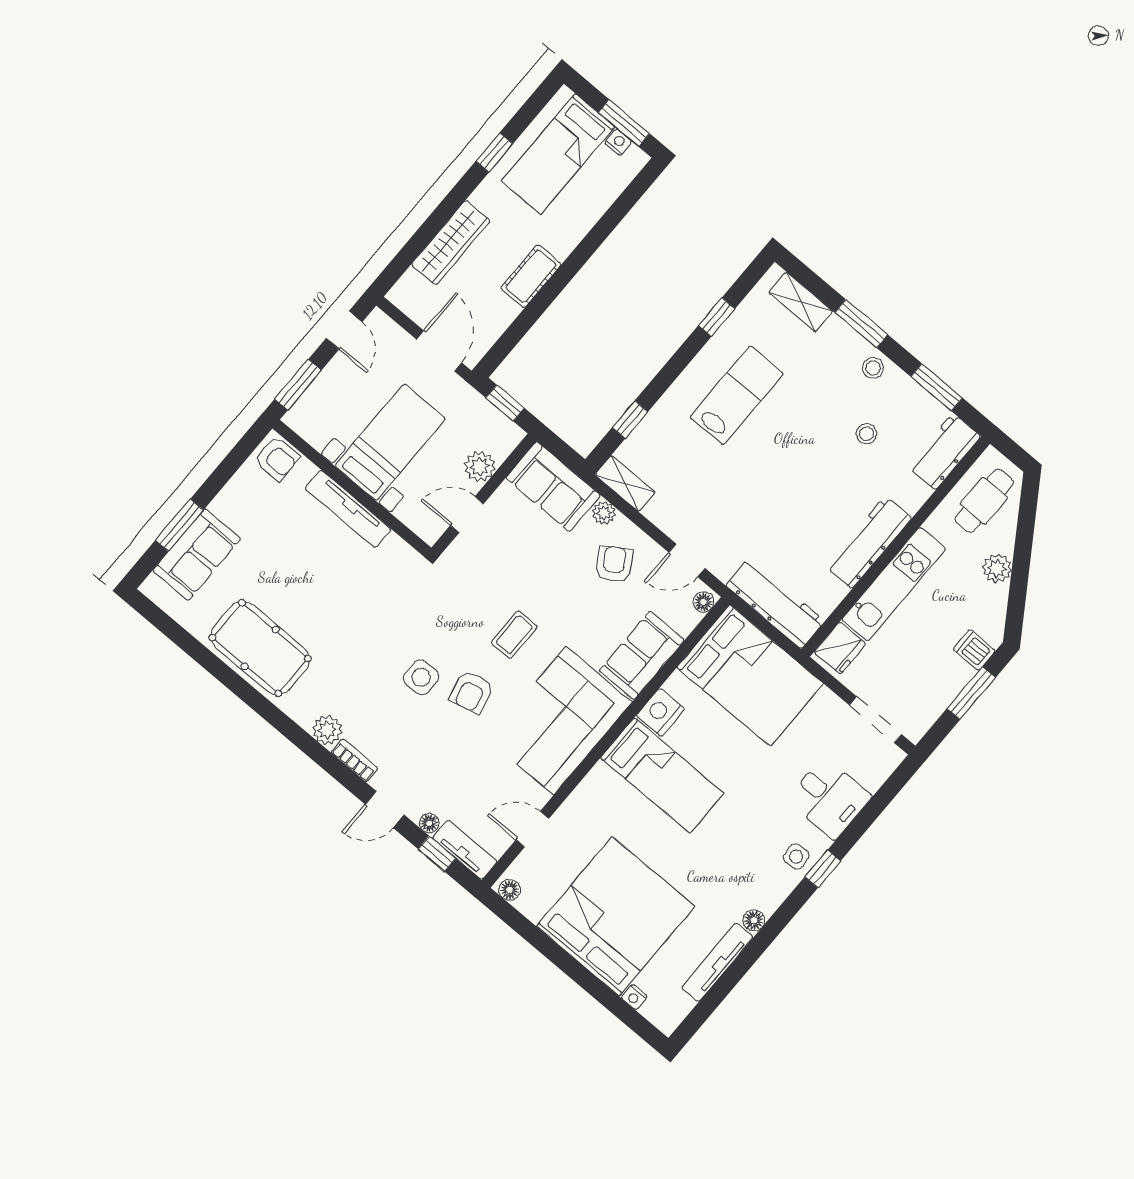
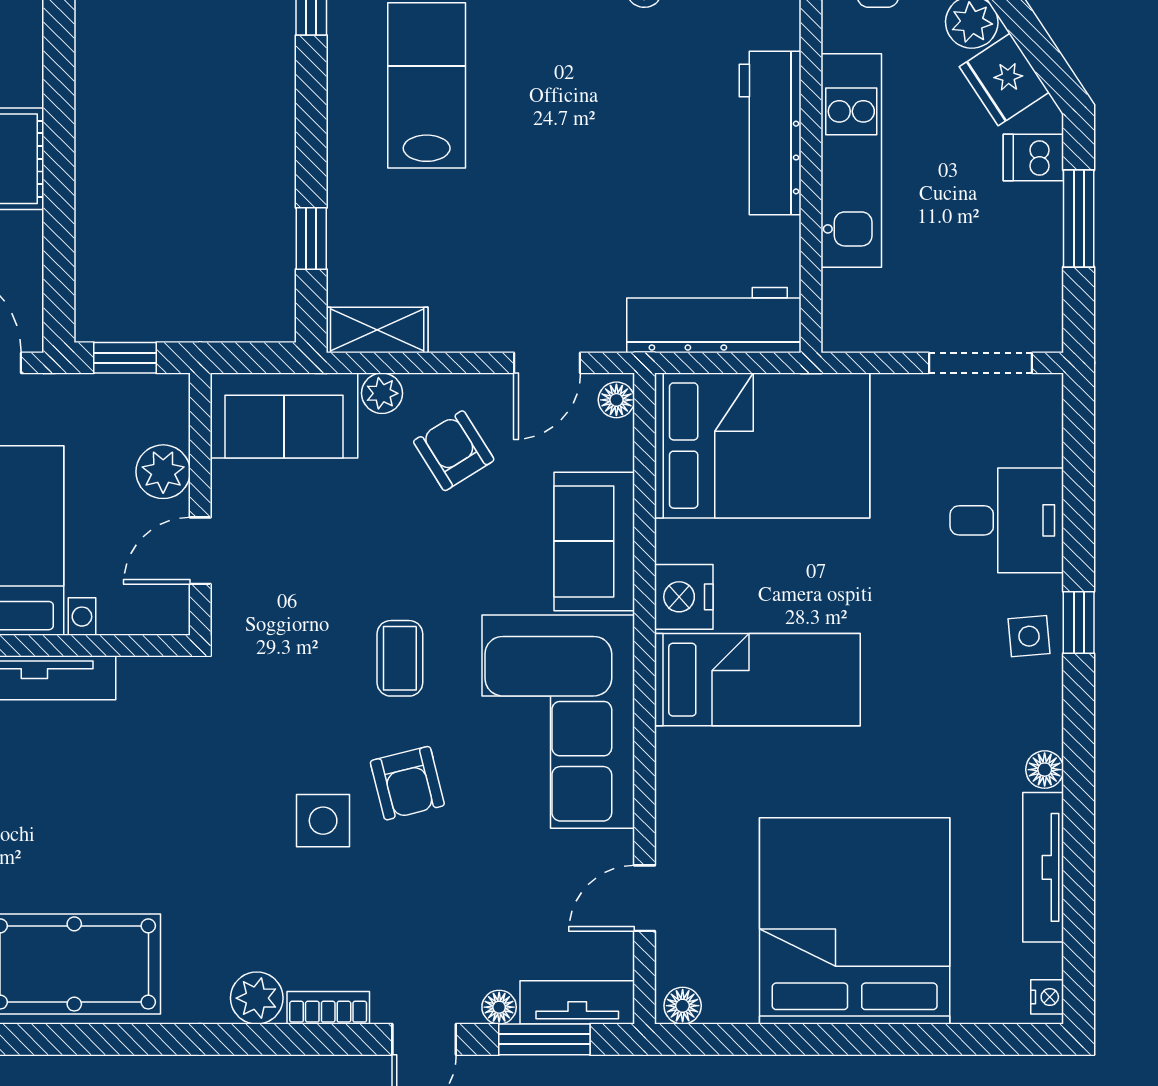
fridge: (840, 648) -> (1004, 79), moved, turned 147
window: (437, 854) -> (544, 1039), width x1.50
nightstand: (634, 997) -> (1047, 997), moved, turned -90

